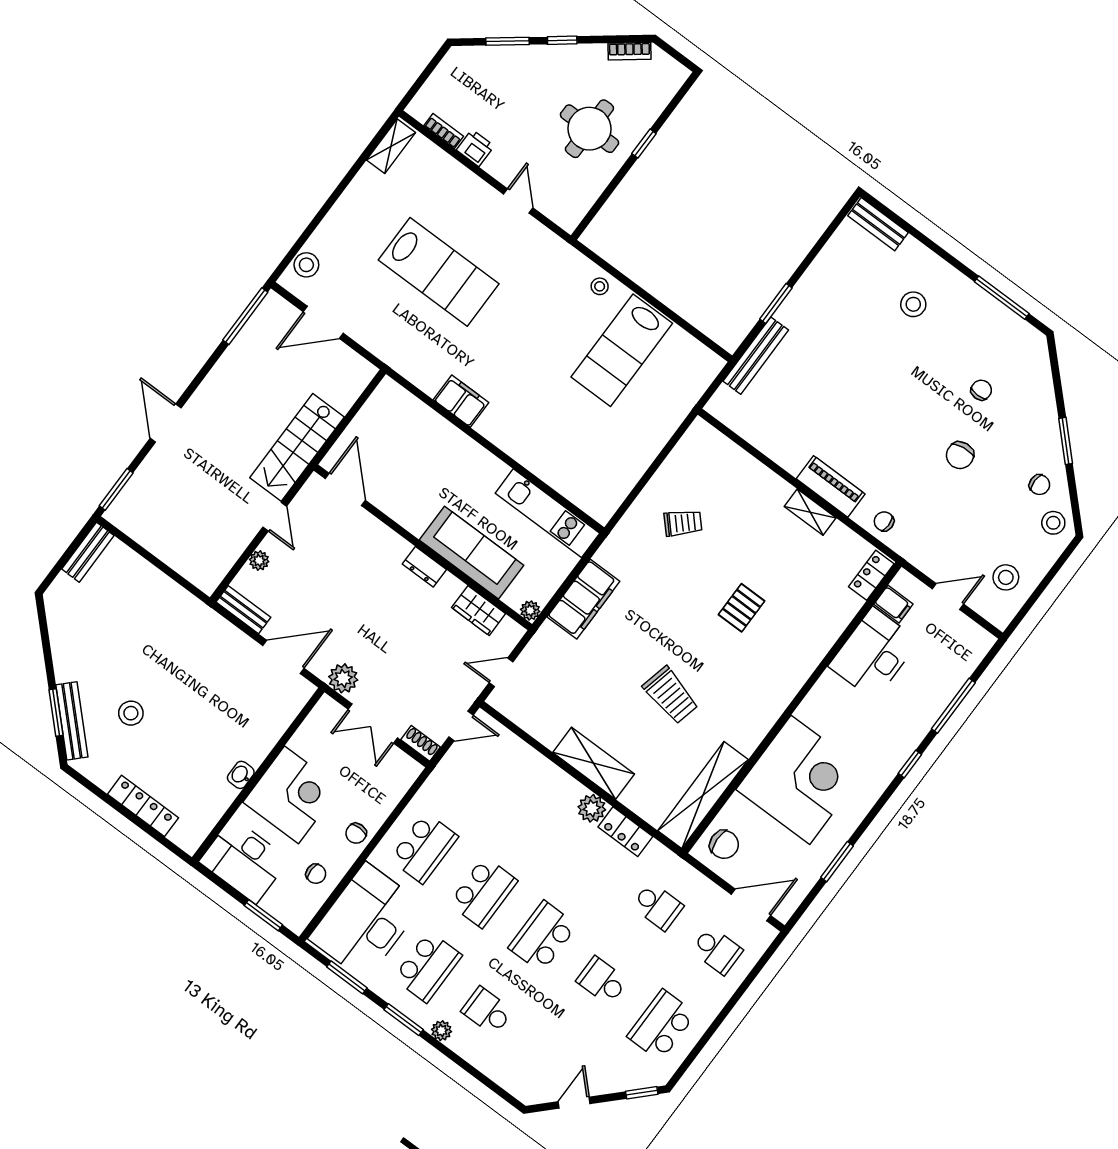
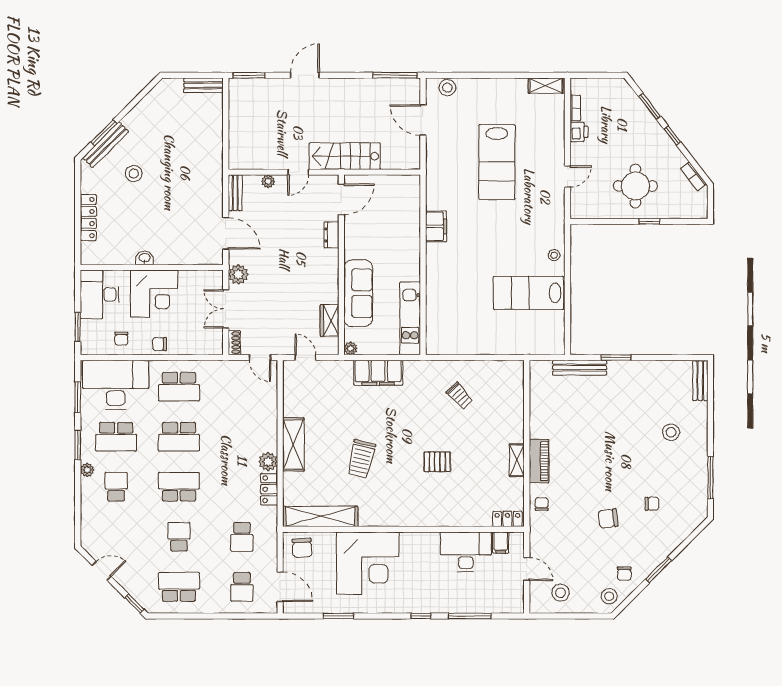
dresser: (424, 567) -> (331, 235), moved

